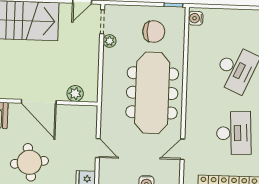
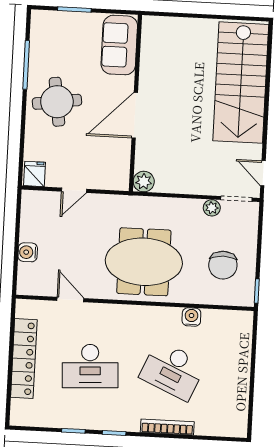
water cooler: (196, 18) -> (191, 317), moved
meeting table: (152, 93) -> (144, 262), width x0.73
plant: (75, 94) -> (144, 182), moved

